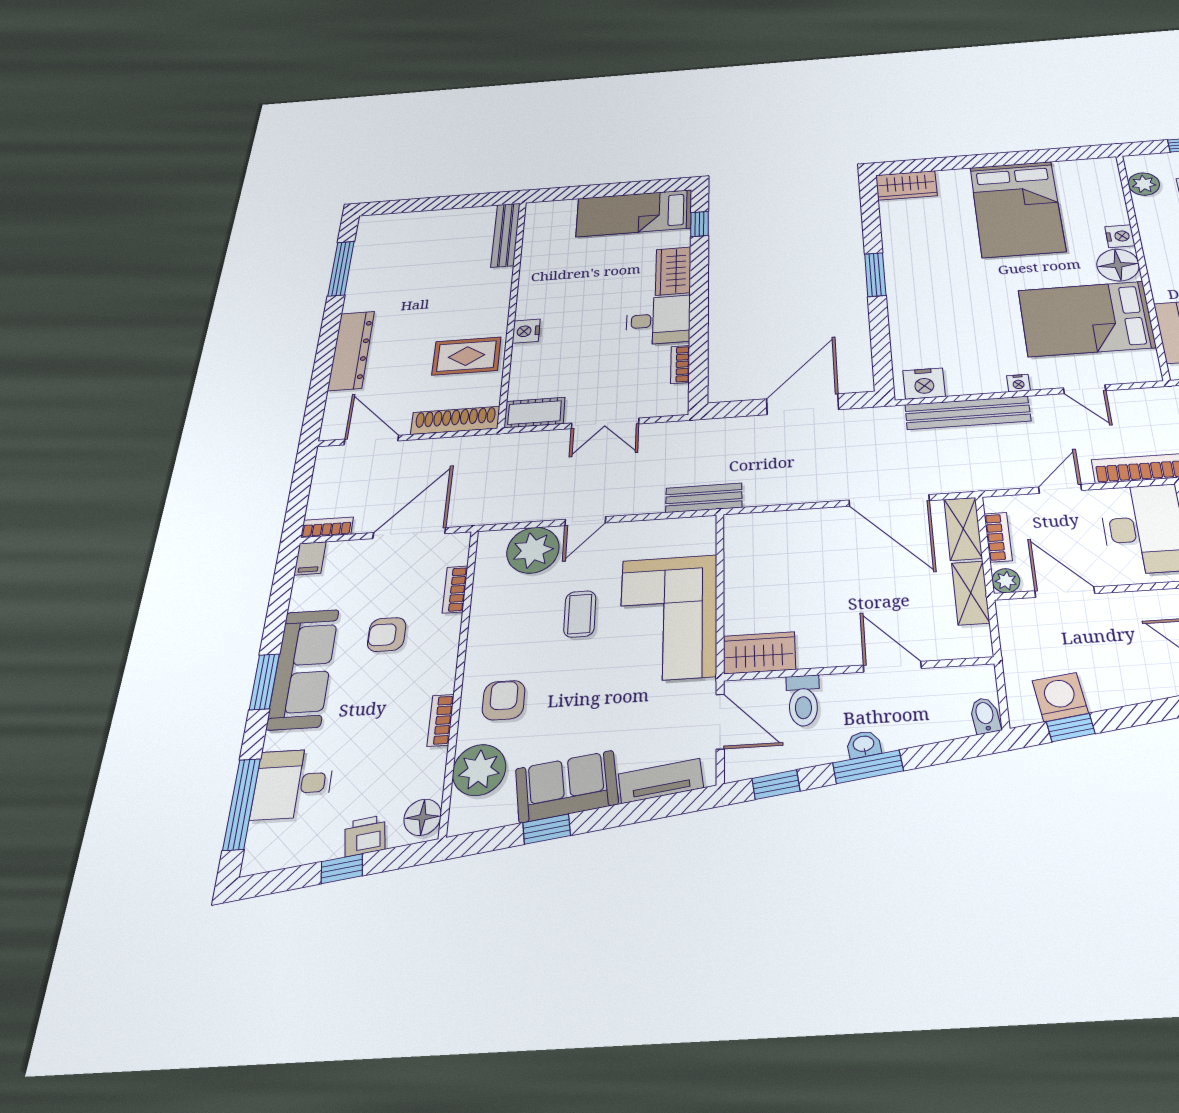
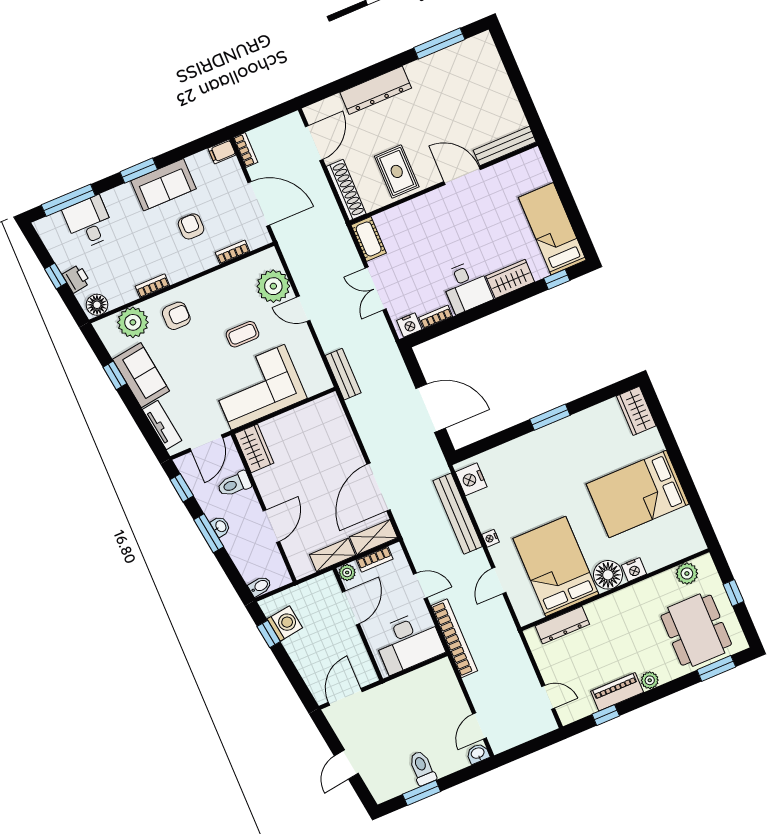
door: (515, 287) -> (462, 176), added
nightstand: (526, 331) -> (409, 325), moved, turned 180
sofa: (303, 669) -> (163, 185), width x0.73

